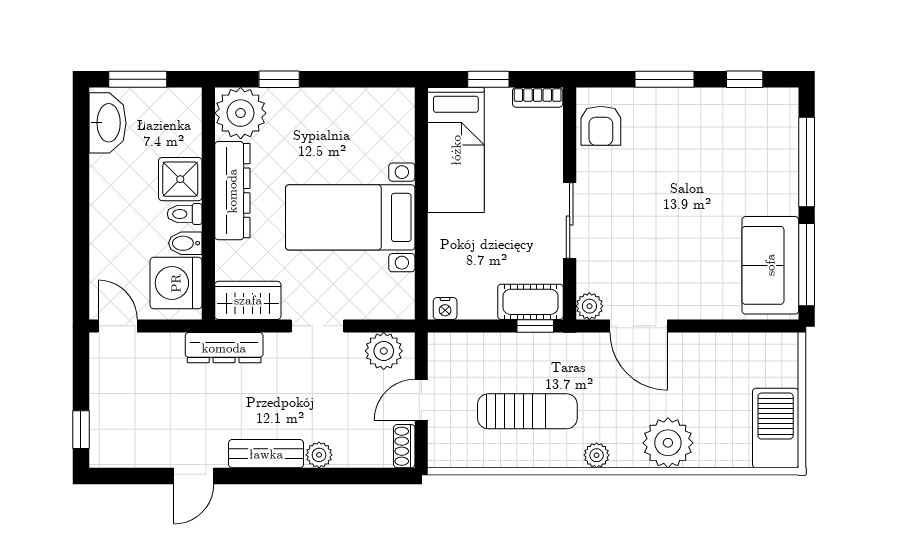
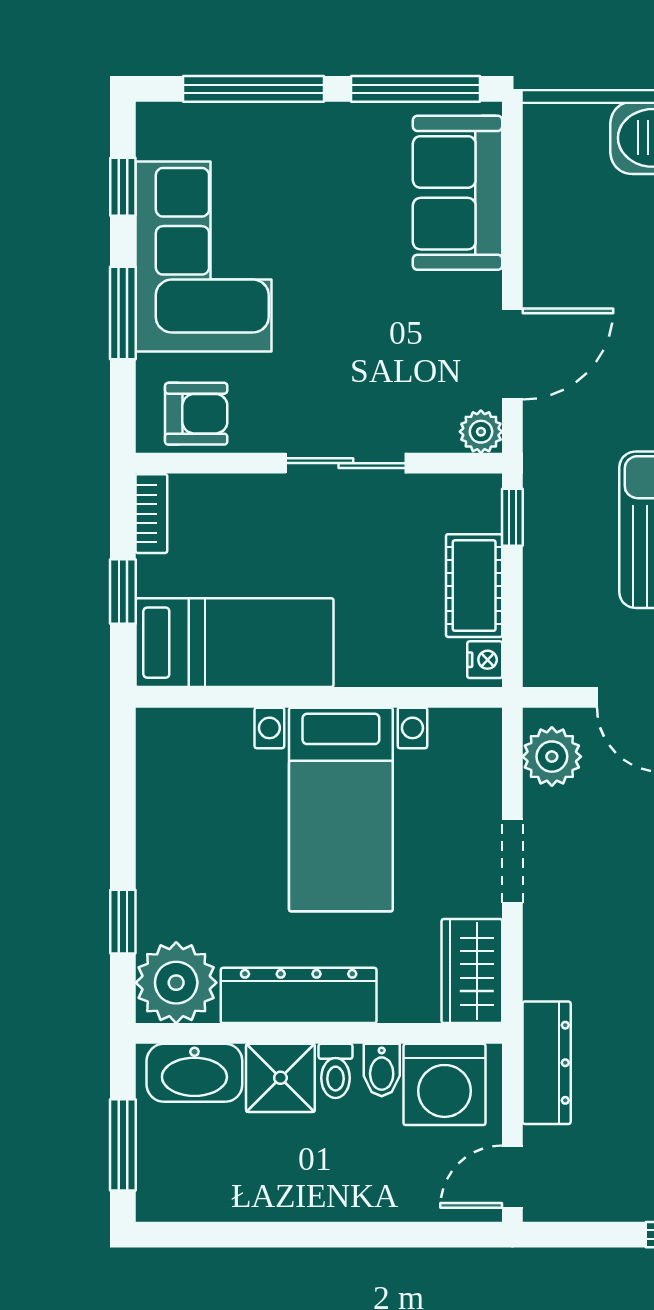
washbasin: (108, 123) -> (194, 1073), moved, turned 180
corner sofa: (700, 130) -> (203, 256), added
sofa: (770, 265) -> (458, 193), moved, turned 90
cot: (530, 302) -> (474, 586), moved
dresser: (224, 348) -> (547, 1063), moved

